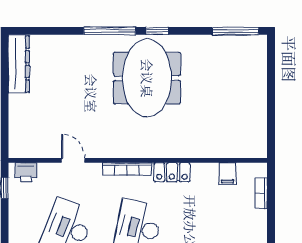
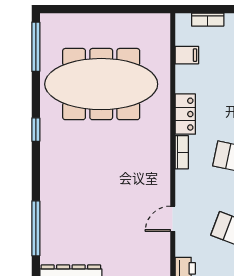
window: (110, 31) -> (36, 228), moved
meeting table: (147, 78) -> (101, 84), moved, width x1.36
bookcase: (127, 169) -> (182, 152), width x0.64

